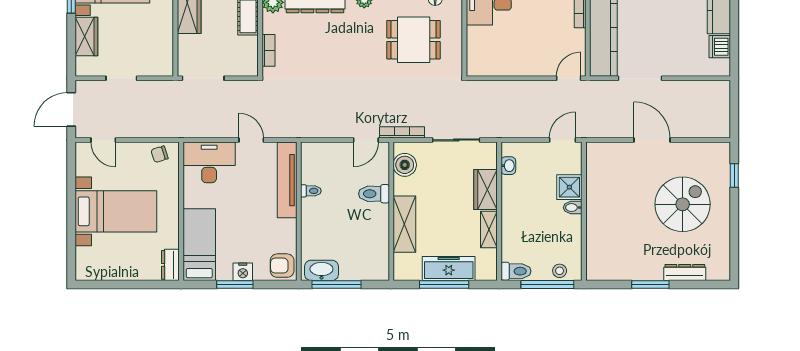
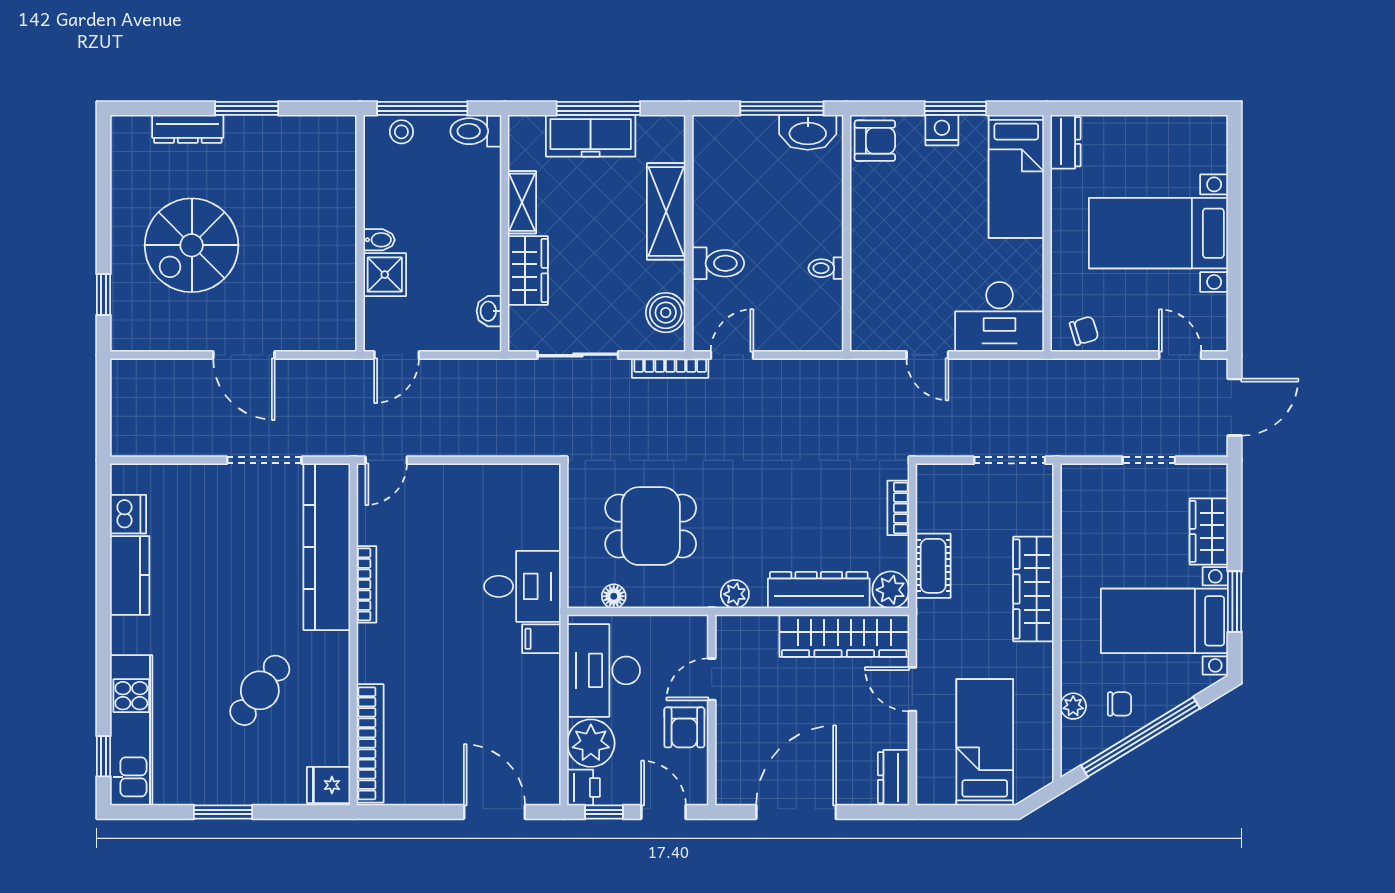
tv unit: (287, 180) -> (866, 287), removed

